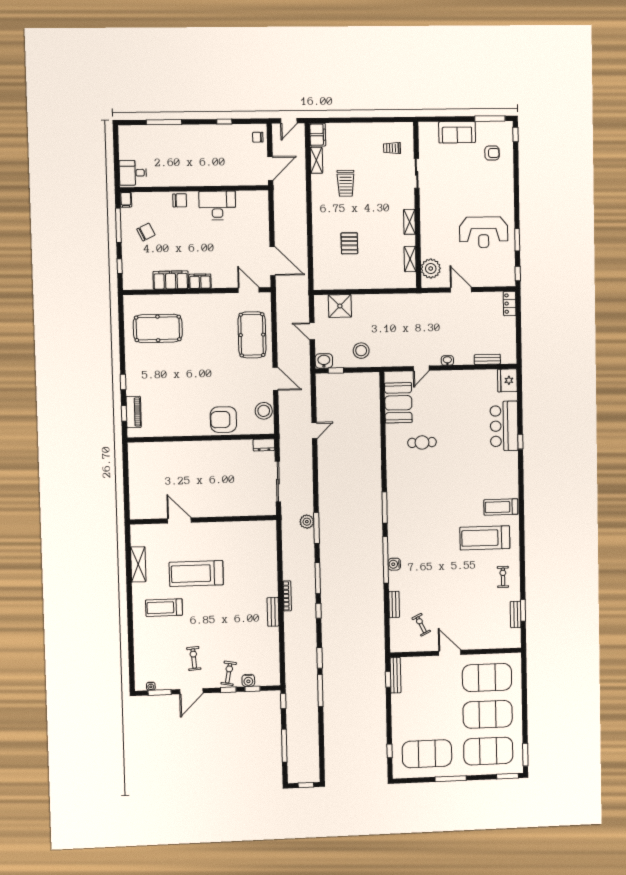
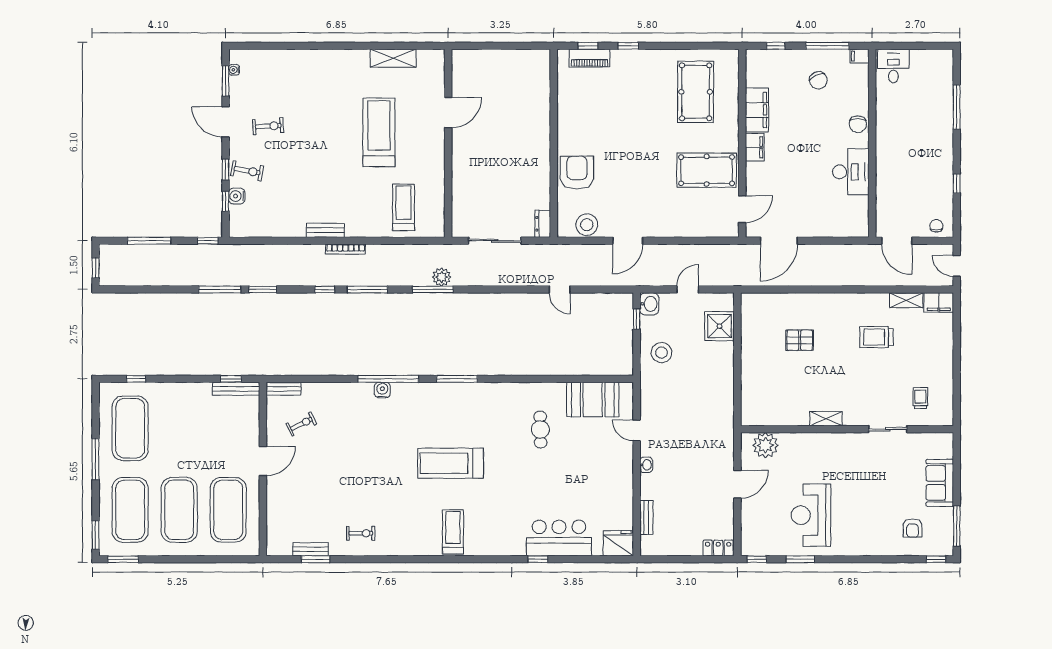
shelving: (410, 259) -> (778, 419), removed
pool table: (252, 335) -> (707, 170), moved
treadmill: (485, 538) -> (451, 463), moved, turned -90
bench: (394, 604) -> (284, 389), moved
treadmill: (164, 608) -> (403, 207), moved

